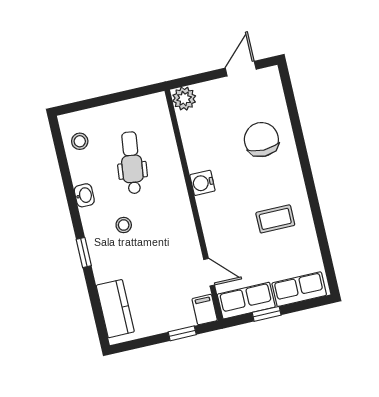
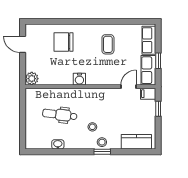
stool: (80, 141) -> (102, 142), moved
washbasin: (84, 195) -> (58, 144), moved

